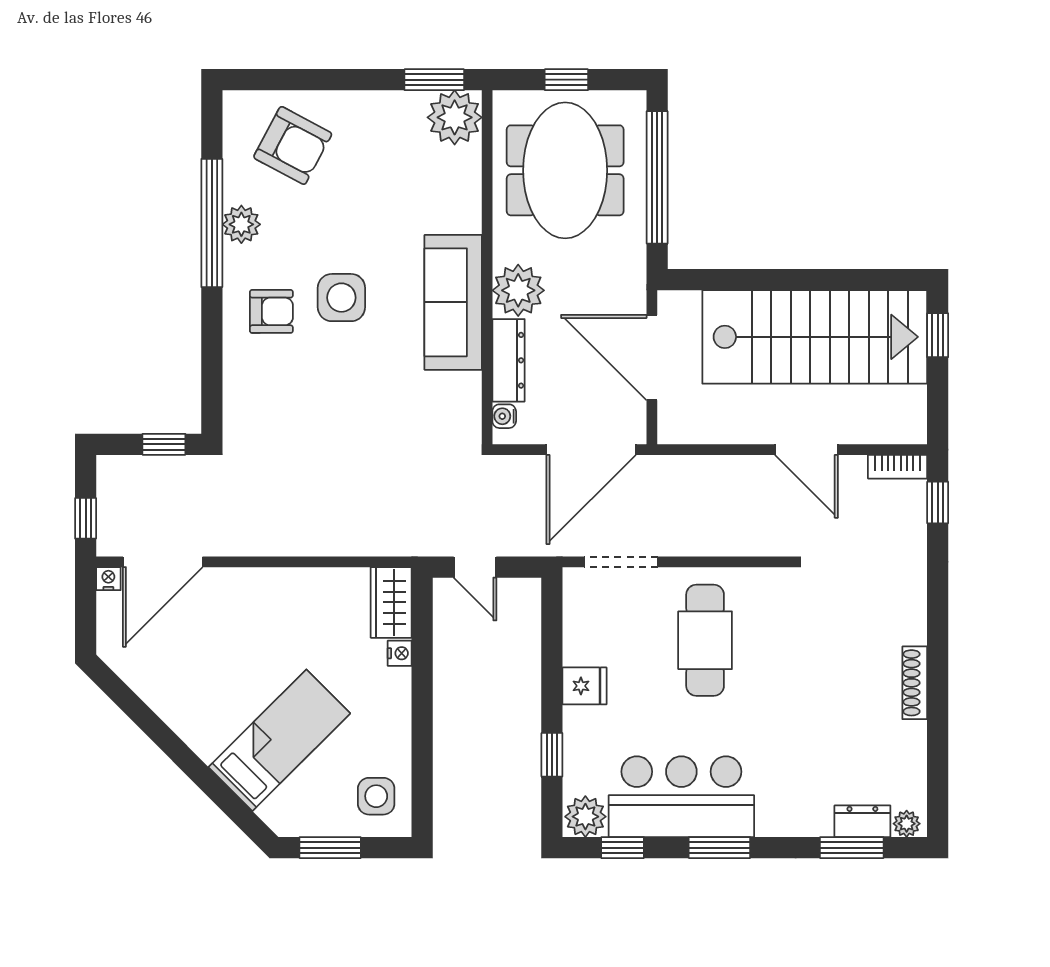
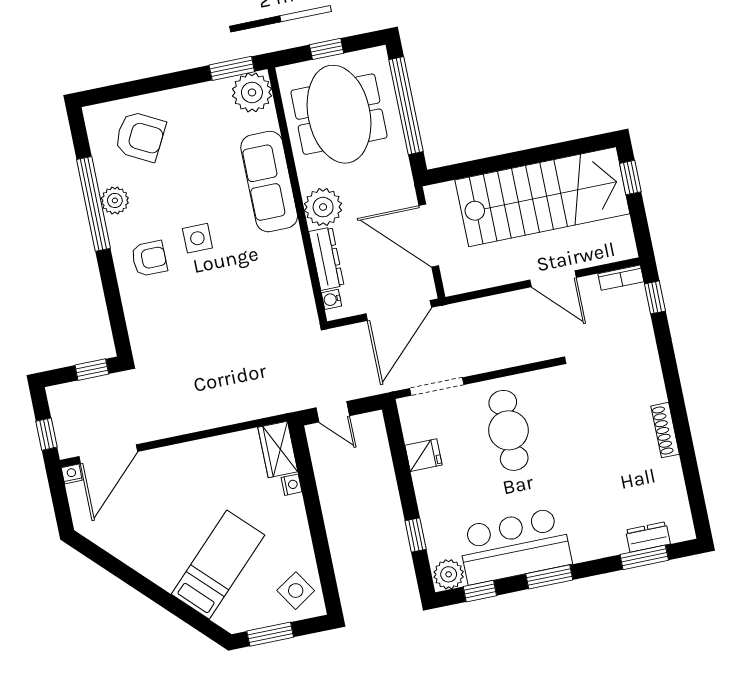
side table: (341, 298) -> (197, 238), width x0.73, depth x0.73
sofa: (453, 302) -> (269, 182), moved
fridge: (585, 686) -> (424, 455), moved
side table: (376, 796) -> (296, 591), turned -33
plant: (907, 824) -> (680, 532), removed

